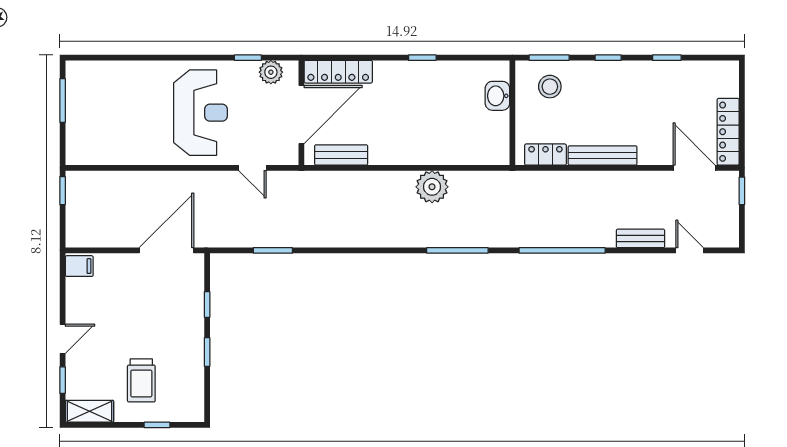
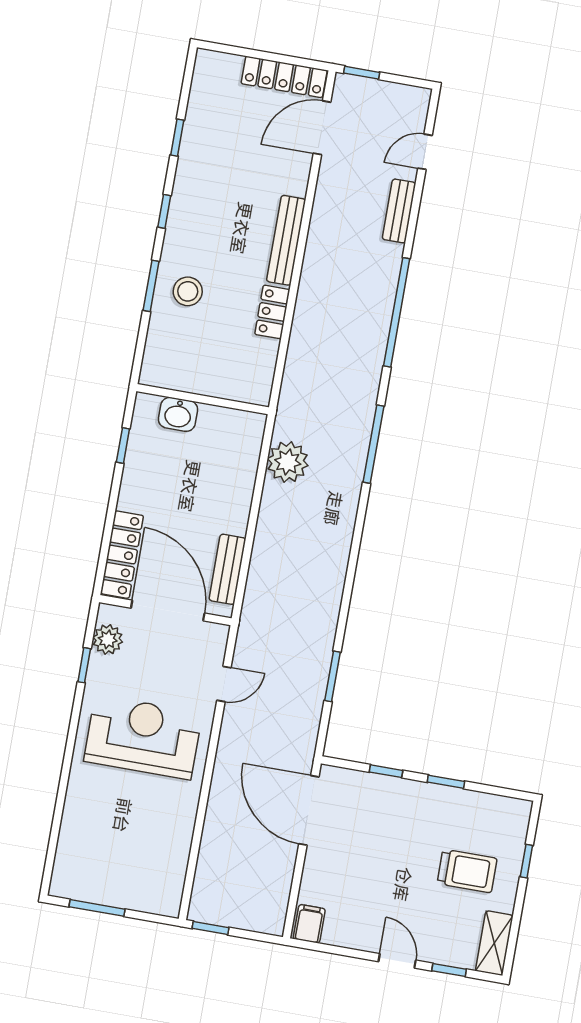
washbasin: (497, 96) -> (178, 414), moved
wall: (512, 113) -> (203, 399), moved

